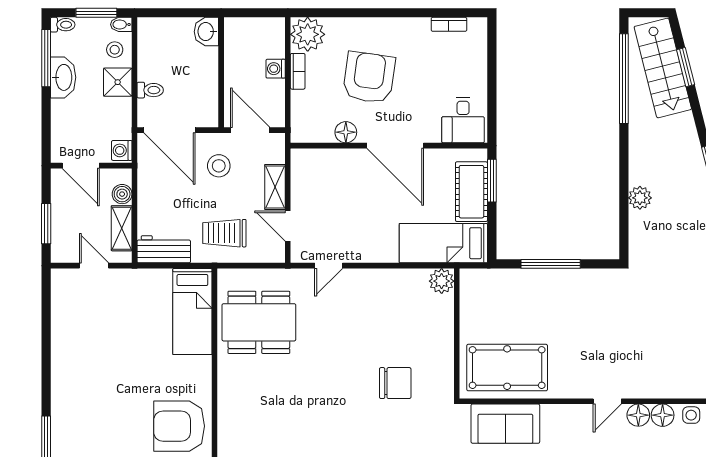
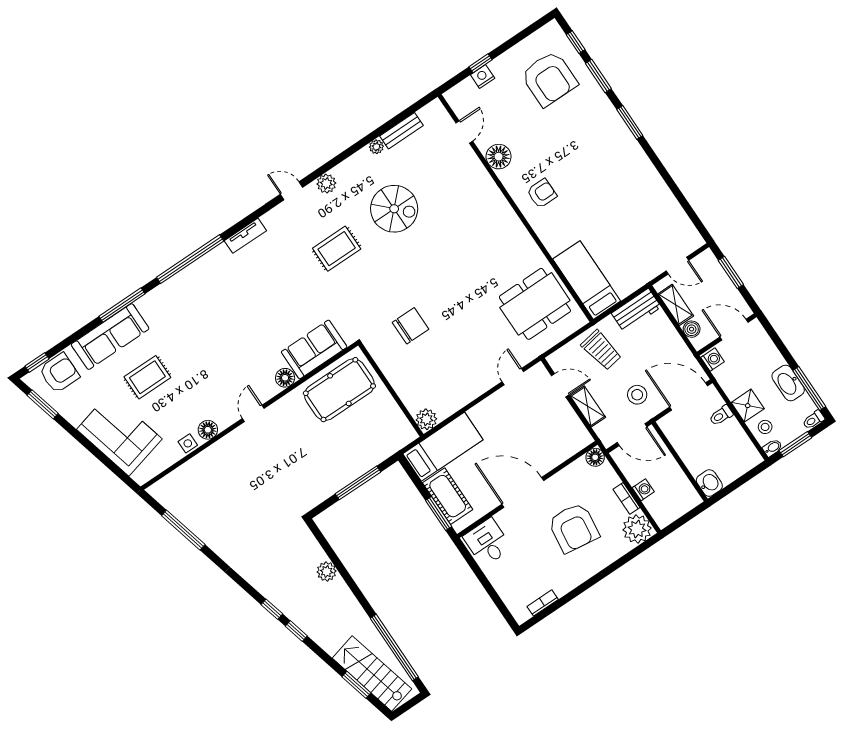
floor lamp: (346, 132) -> (595, 457), moved
trolley: (224, 233) -> (601, 350), turned 80
chair: (395, 383) -> (411, 326), turned 180
floor lamp: (638, 415) -> (285, 378), moved
armchair: (179, 426) -> (542, 193), width x0.53, depth x0.53

